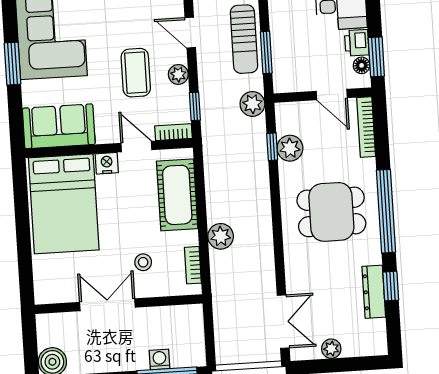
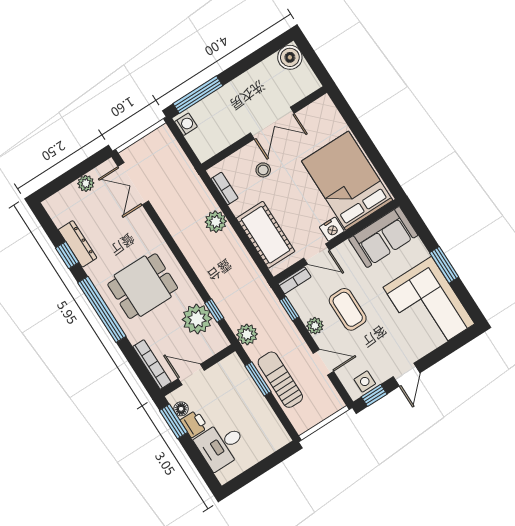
plant: (290, 148) -> (197, 319), width x1.36, depth x1.36
washing machine: (159, 359) -> (186, 124), moved, turned -90

